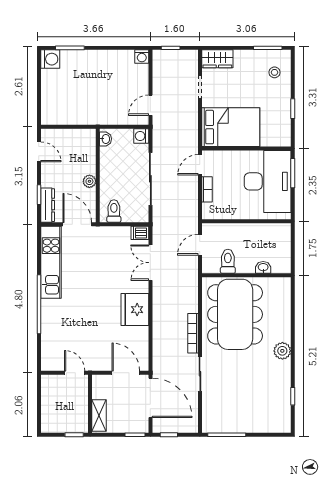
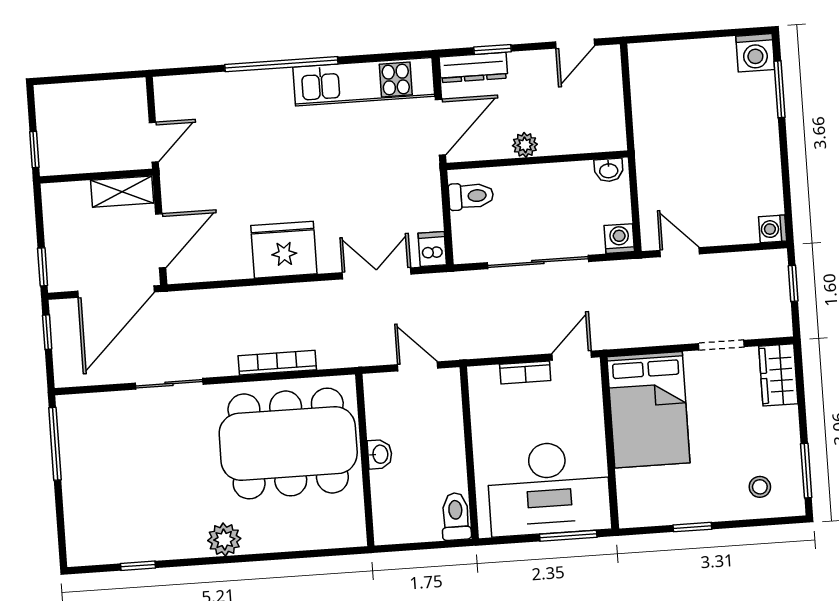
door: (200, 165) -> (572, 356), hinge flipped
toilet: (228, 261) -> (456, 516), moved, turned -90
washbasin: (263, 267) -> (380, 454), moved
bookcase: (193, 333) -> (277, 363), moved
shelving: (99, 415) -> (122, 192), moved

